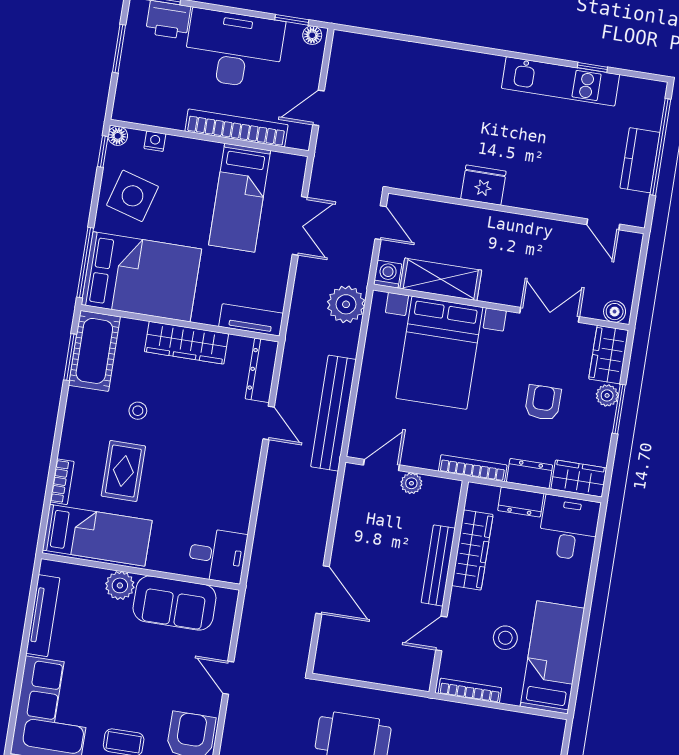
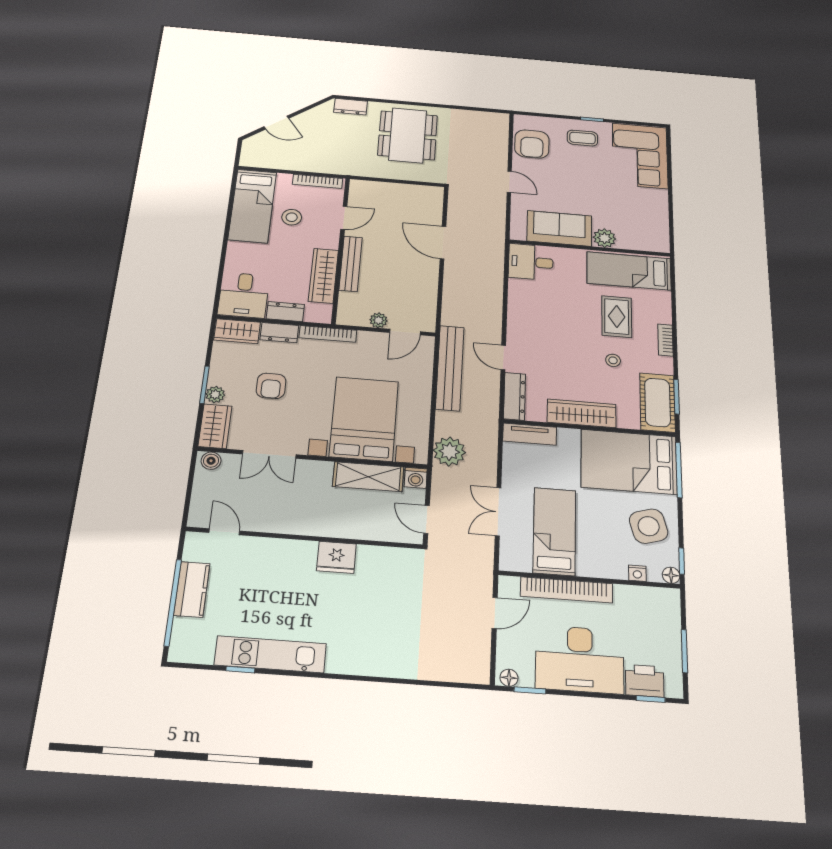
side table: (132, 196) -> (649, 526), turned -32
bookcase: (62, 482) -> (665, 340), moved
tv unit: (43, 616) -> (660, 215), removed

